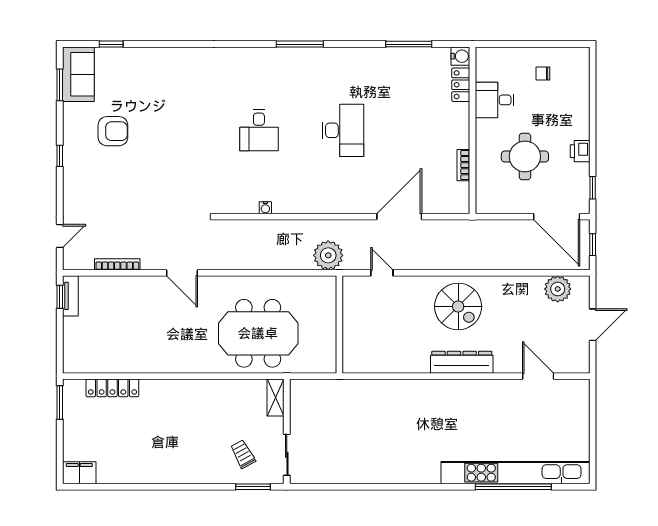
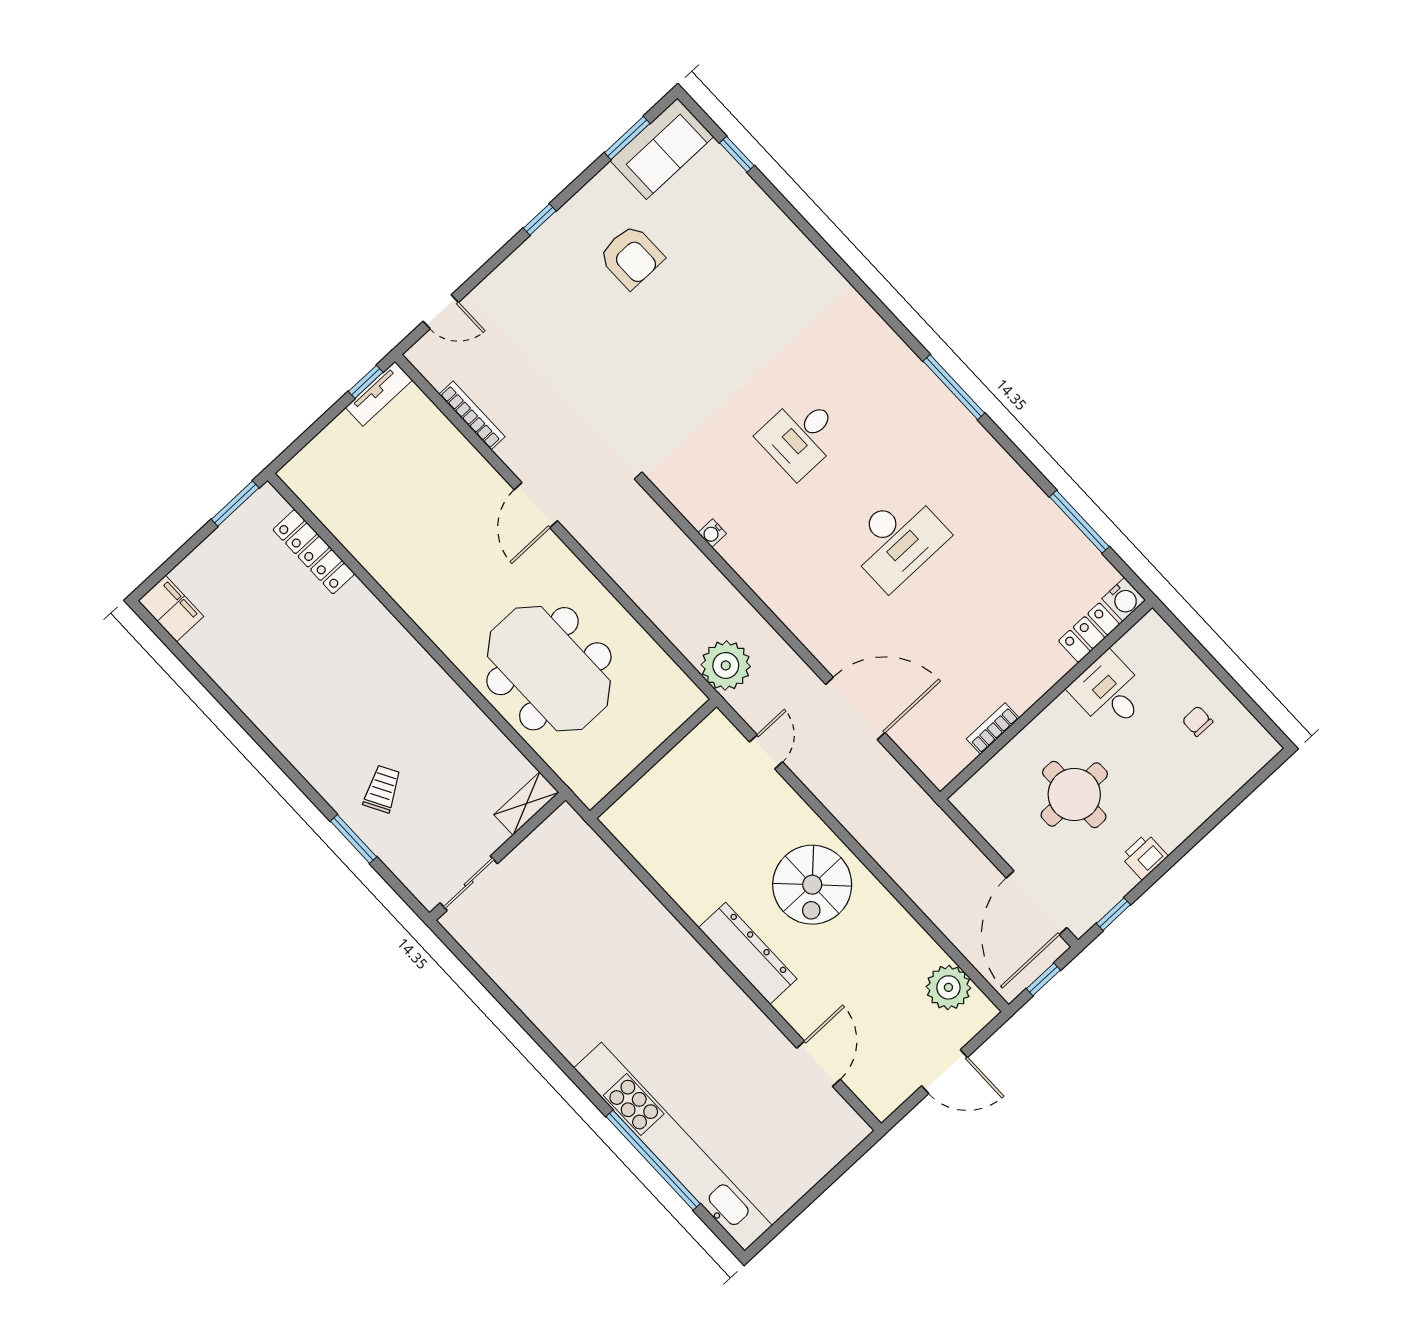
shelving: (276, 398) -> (526, 804), moved
wall: (287, 431) -> (497, 856), moved
sliding door: (287, 455) -> (469, 883), moved

